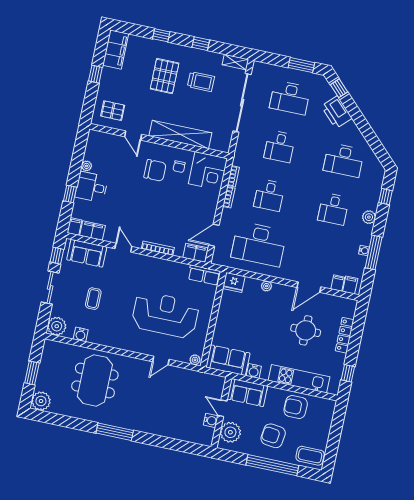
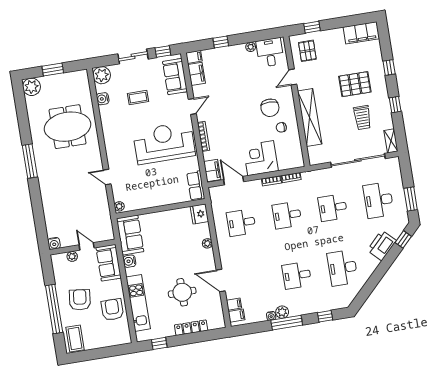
window: (95, 74) -> (312, 27), moved
corner desk: (208, 171) -> (261, 158), moved, turned 90
desk: (92, 187) -> (270, 52), moved
plant: (369, 217) -> (282, 312), moved
desk: (259, 244) -> (241, 223), width x0.53, depth x0.77
window: (374, 252) -> (287, 323), moved
reception desk: (165, 315) -> (164, 143), moved, turned -90
door: (222, 408) -> (87, 246), hinge flipped
water cooler: (211, 420) -> (54, 243), moved
plant: (230, 432) -> (72, 256), width x0.53, depth x0.53

